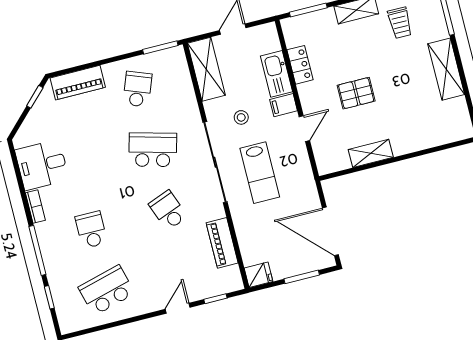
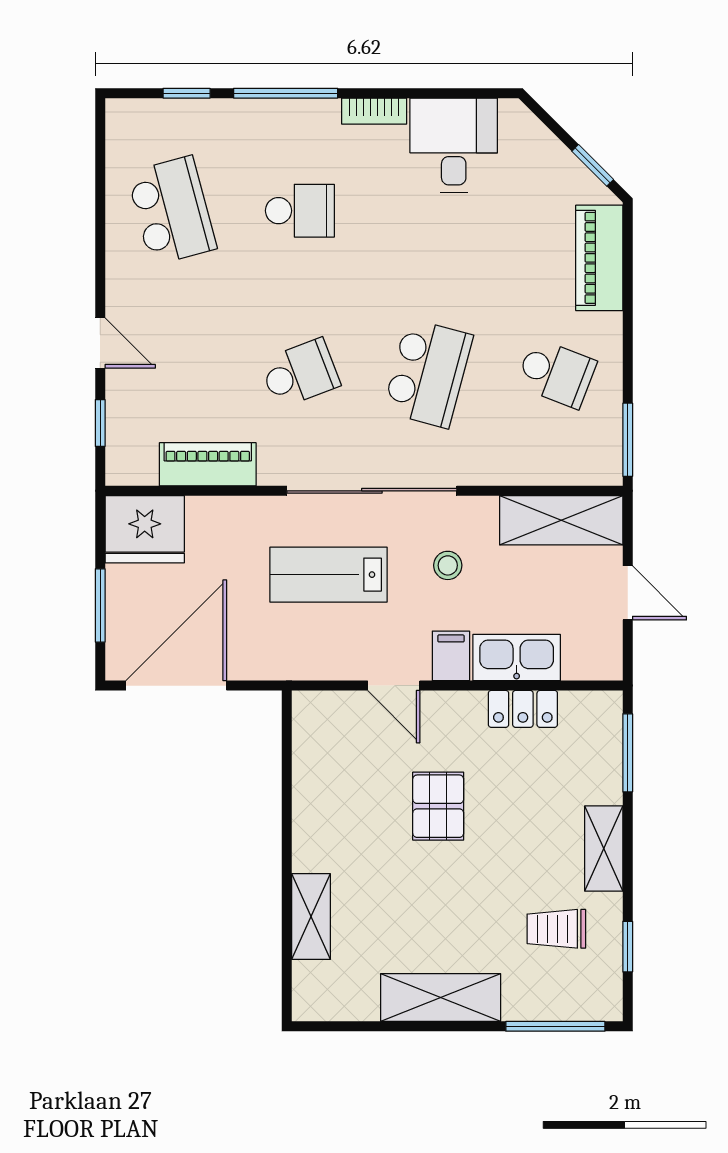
shelving: (371, 153) -> (311, 917), moved
fridge: (259, 275) -> (145, 529), width x1.88, depth x1.34

